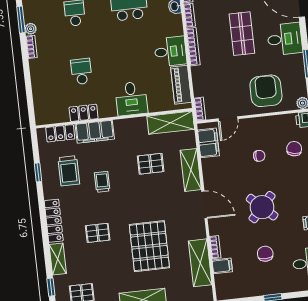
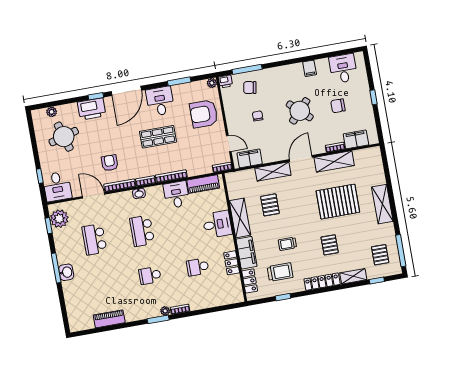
shelving: (171, 123) -> (240, 218), moved
shelving: (200, 263) -> (334, 161), moved
filing cabinet: (222, 266) -> (356, 139), width x2.00

